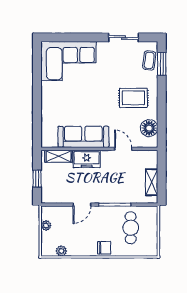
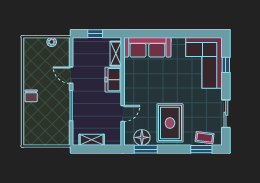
window: (71, 37) -> (226, 65), added
rug: (133, 98) -> (170, 123), width x1.36, depth x1.43
window: (162, 124) -> (146, 149), added
sofa: (83, 137) -> (147, 47), moved, turned 90
cafe table: (131, 228) -> (50, 120), removed
plant: (61, 251) -> (28, 56), removed

